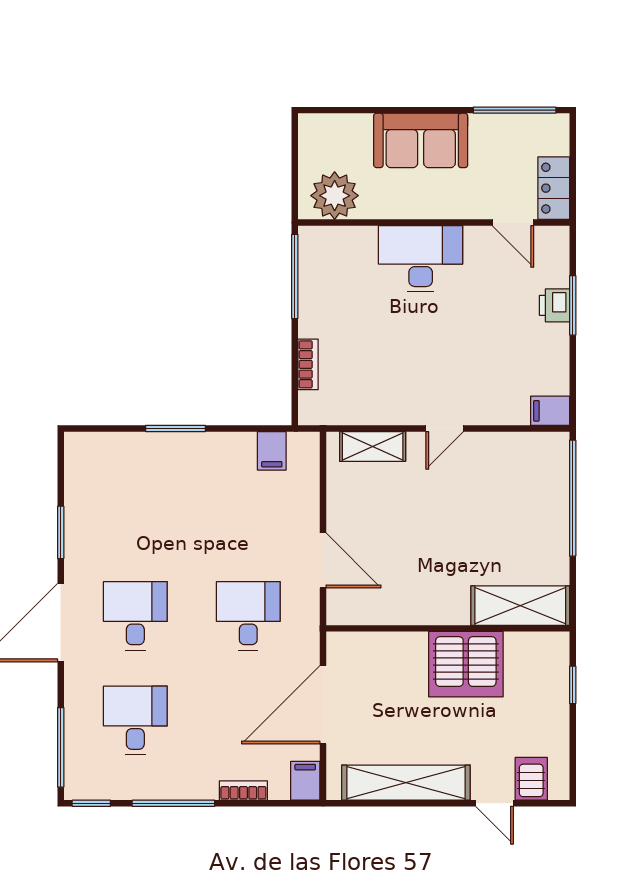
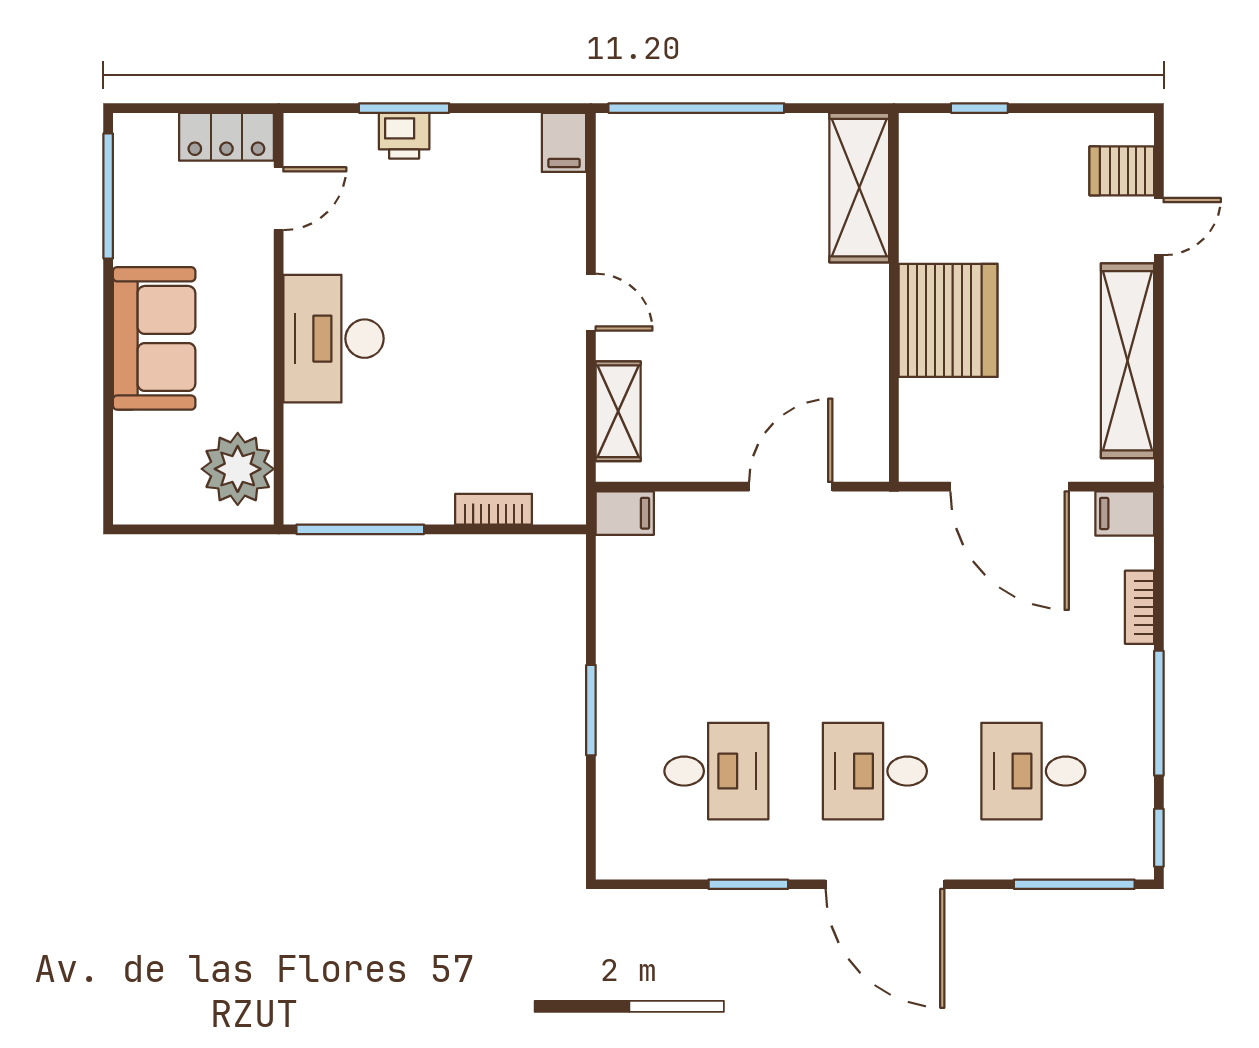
filing cabinet: (272, 451) -> (625, 513), moved
desk: (248, 616) -> (716, 771), moved, turned 180
server rack: (466, 664) -> (948, 320), moved

